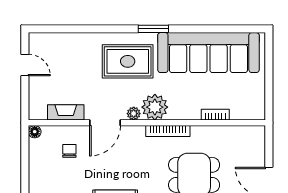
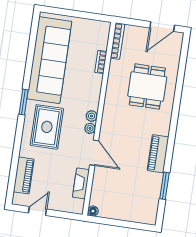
piano: (65, 42) -> (24, 175), added
plant: (155, 107) -> (92, 116), width x0.53, depth x0.53
bookcase: (168, 131) -> (117, 41), moved
chair: (69, 151) -> (113, 185), removed

